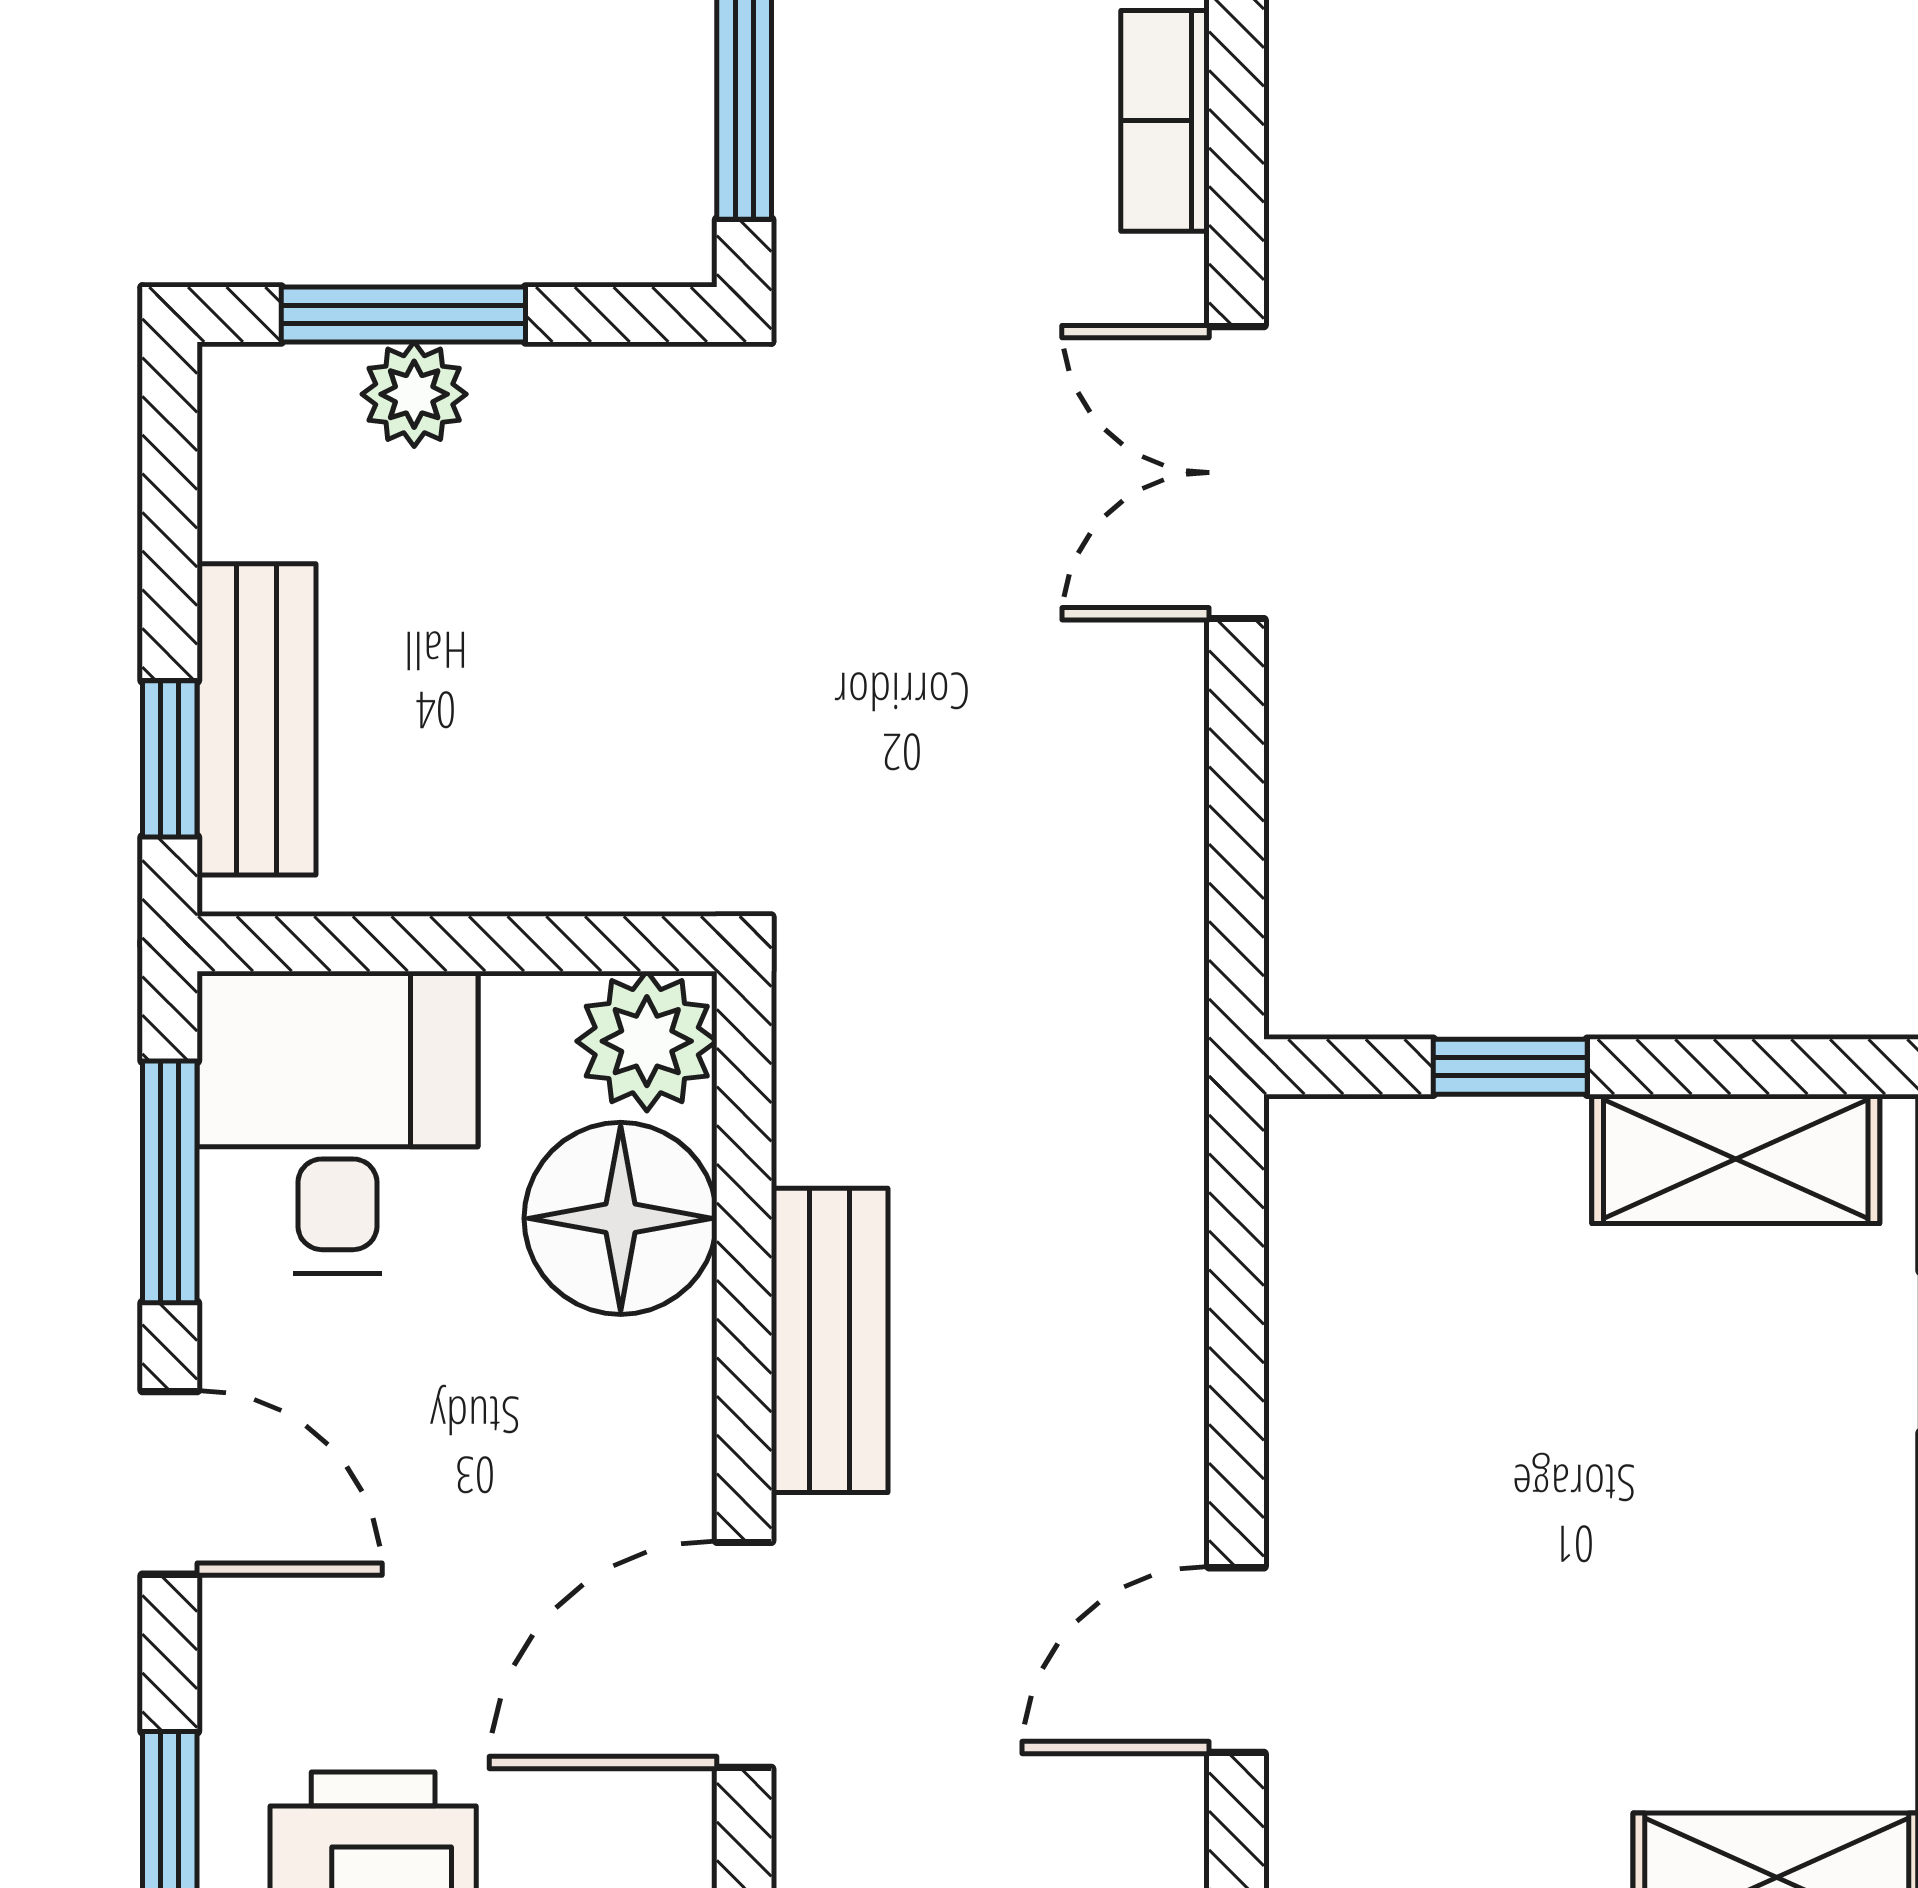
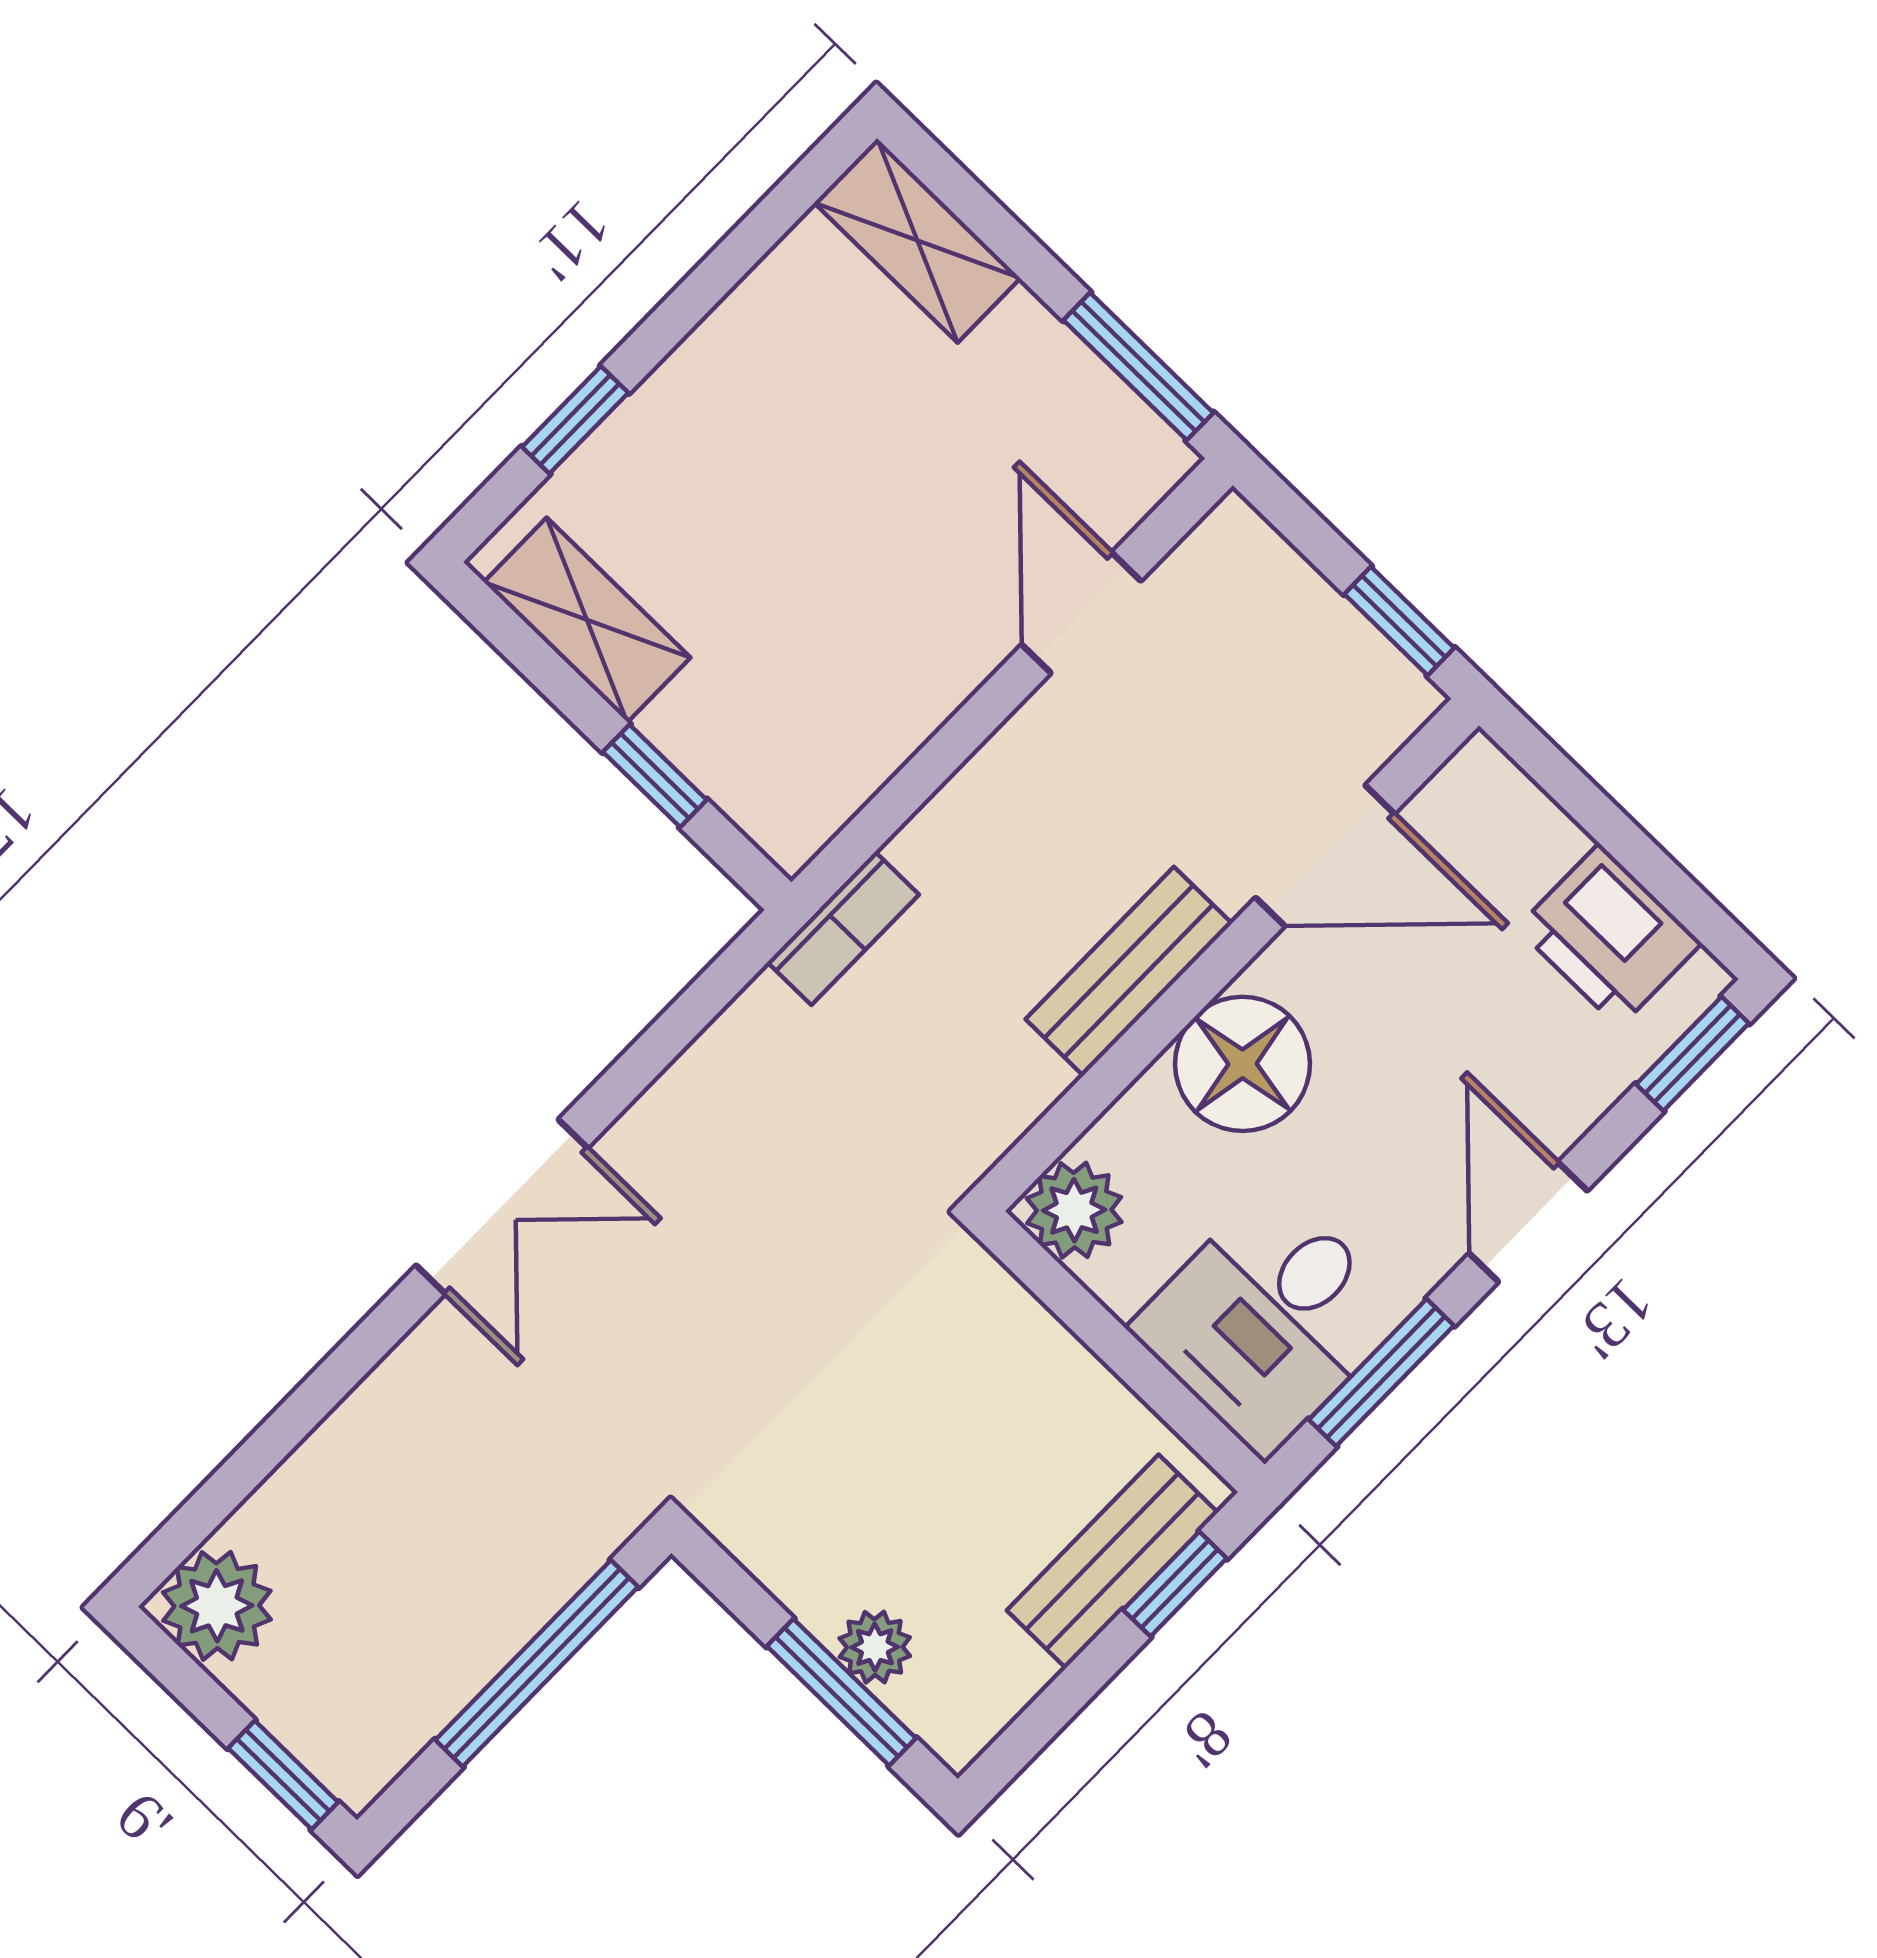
bookcase: (1165, 121) -> (843, 928), moved
floor lamp: (621, 1218) -> (1242, 1064), moved
door: (1237, 1660) -> (1081, 613), swing flipped

